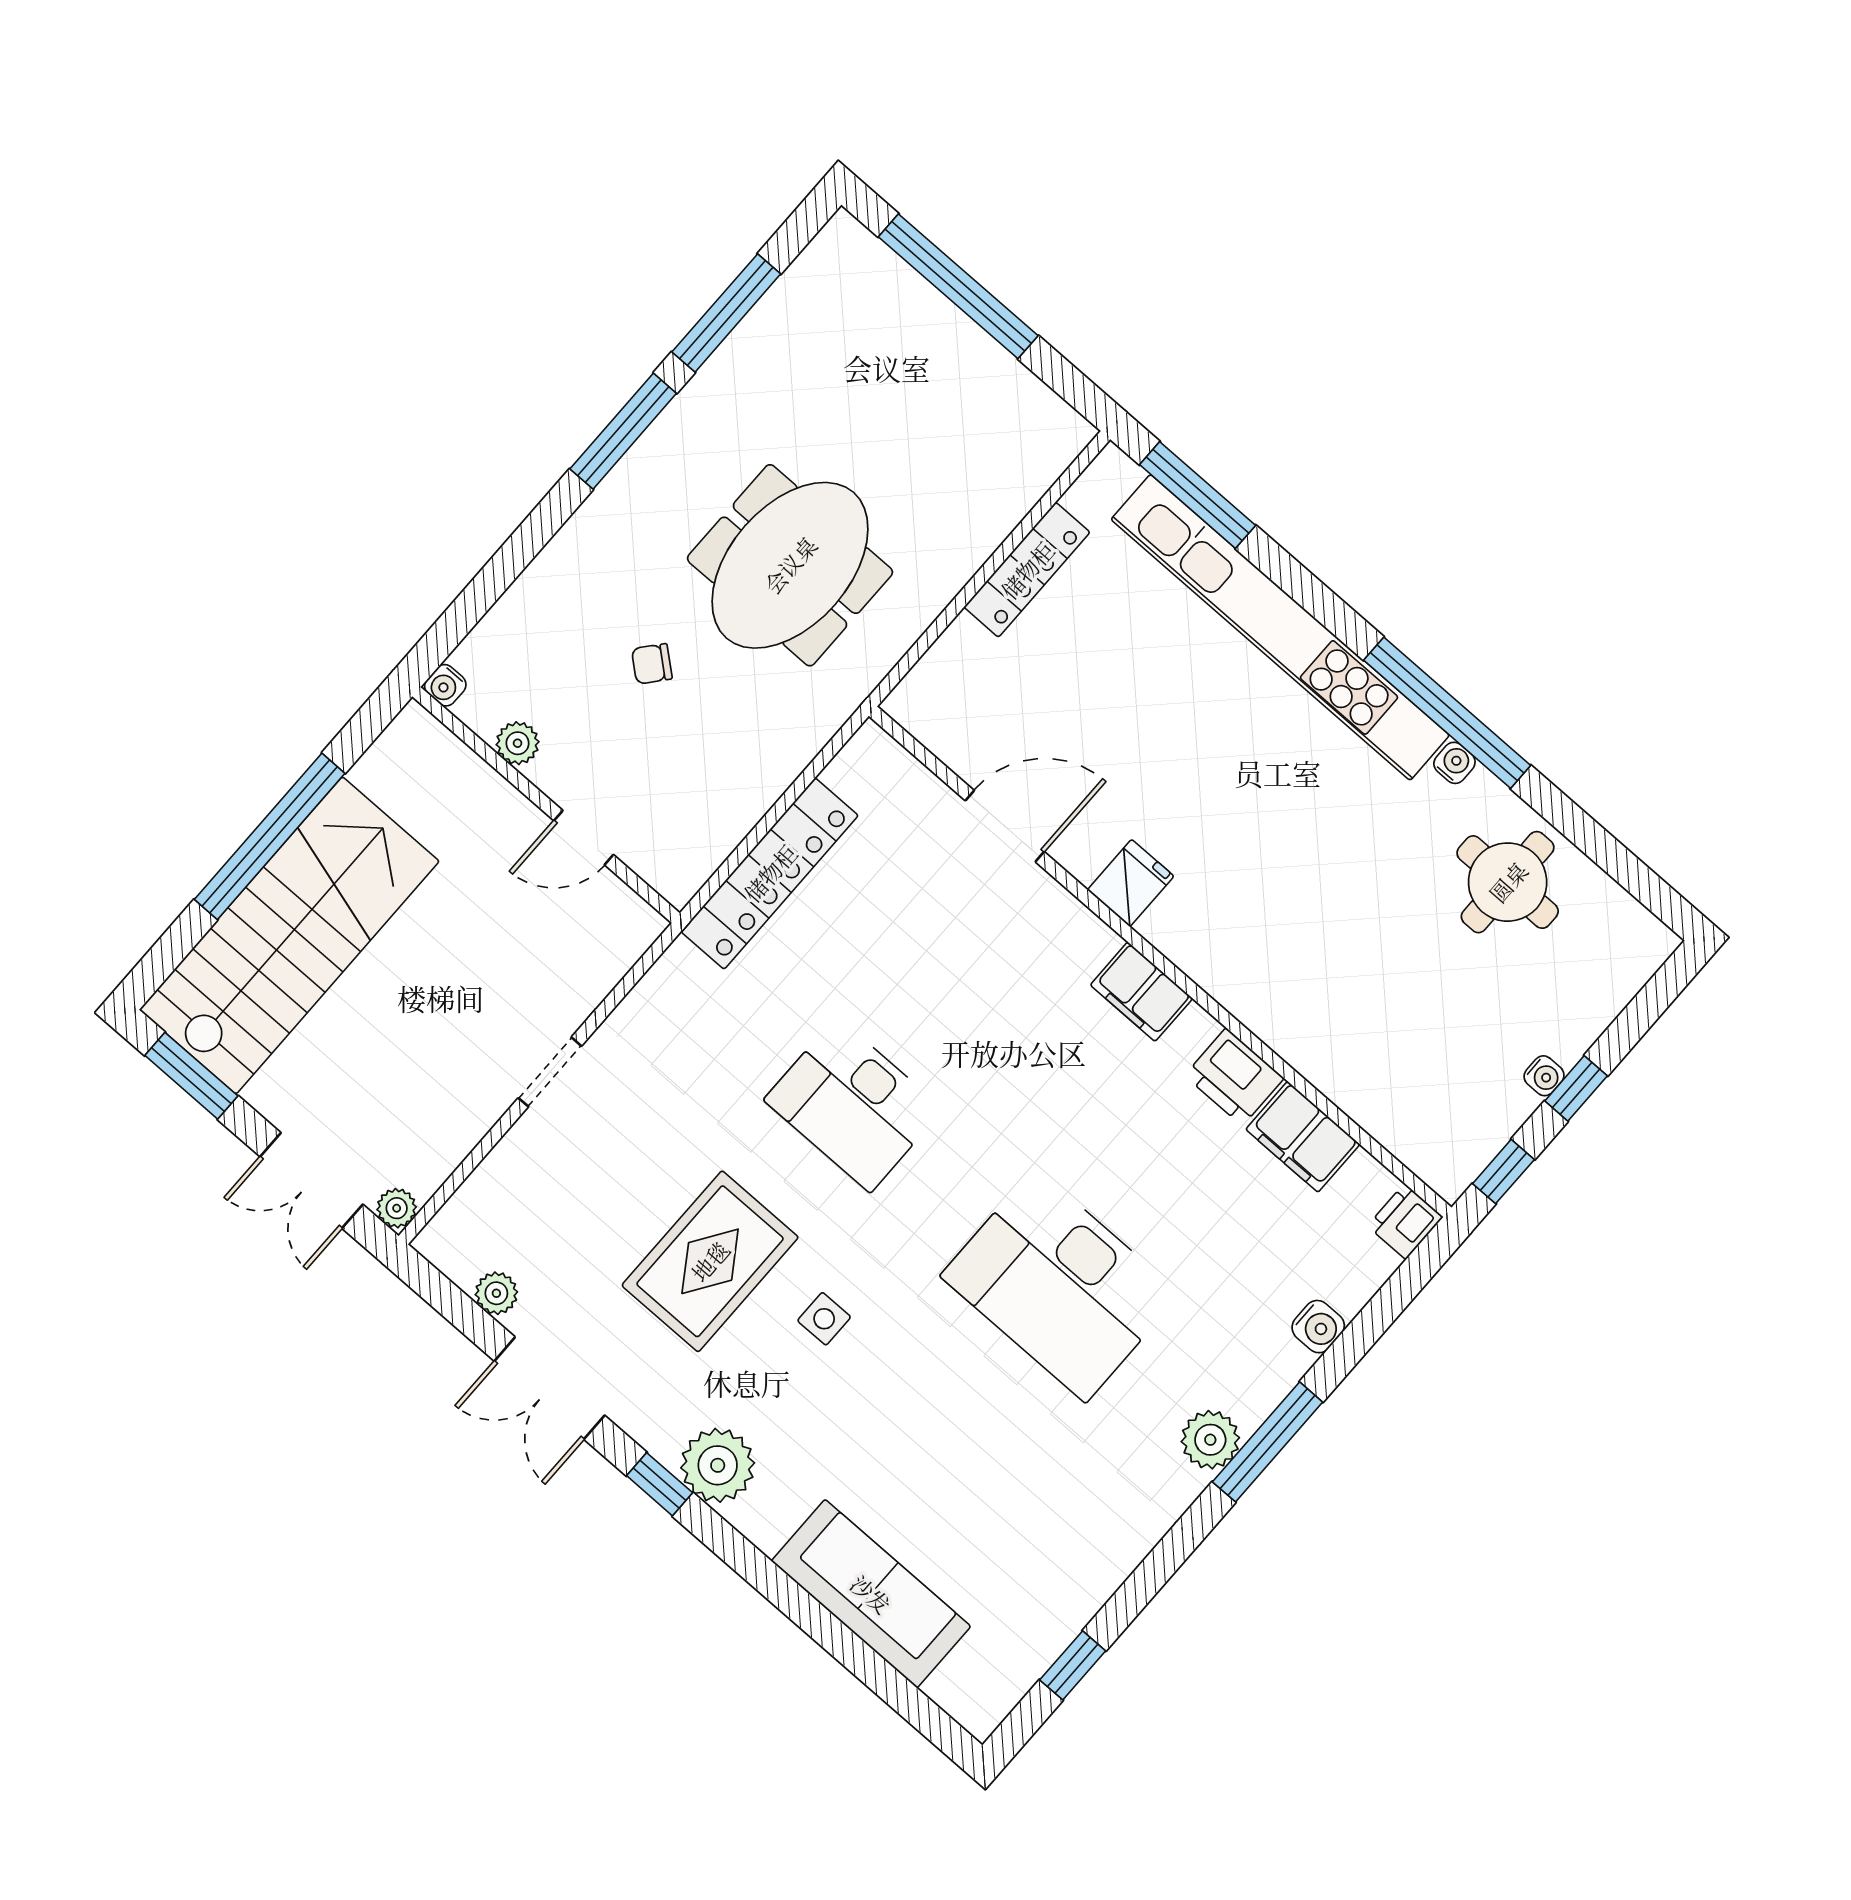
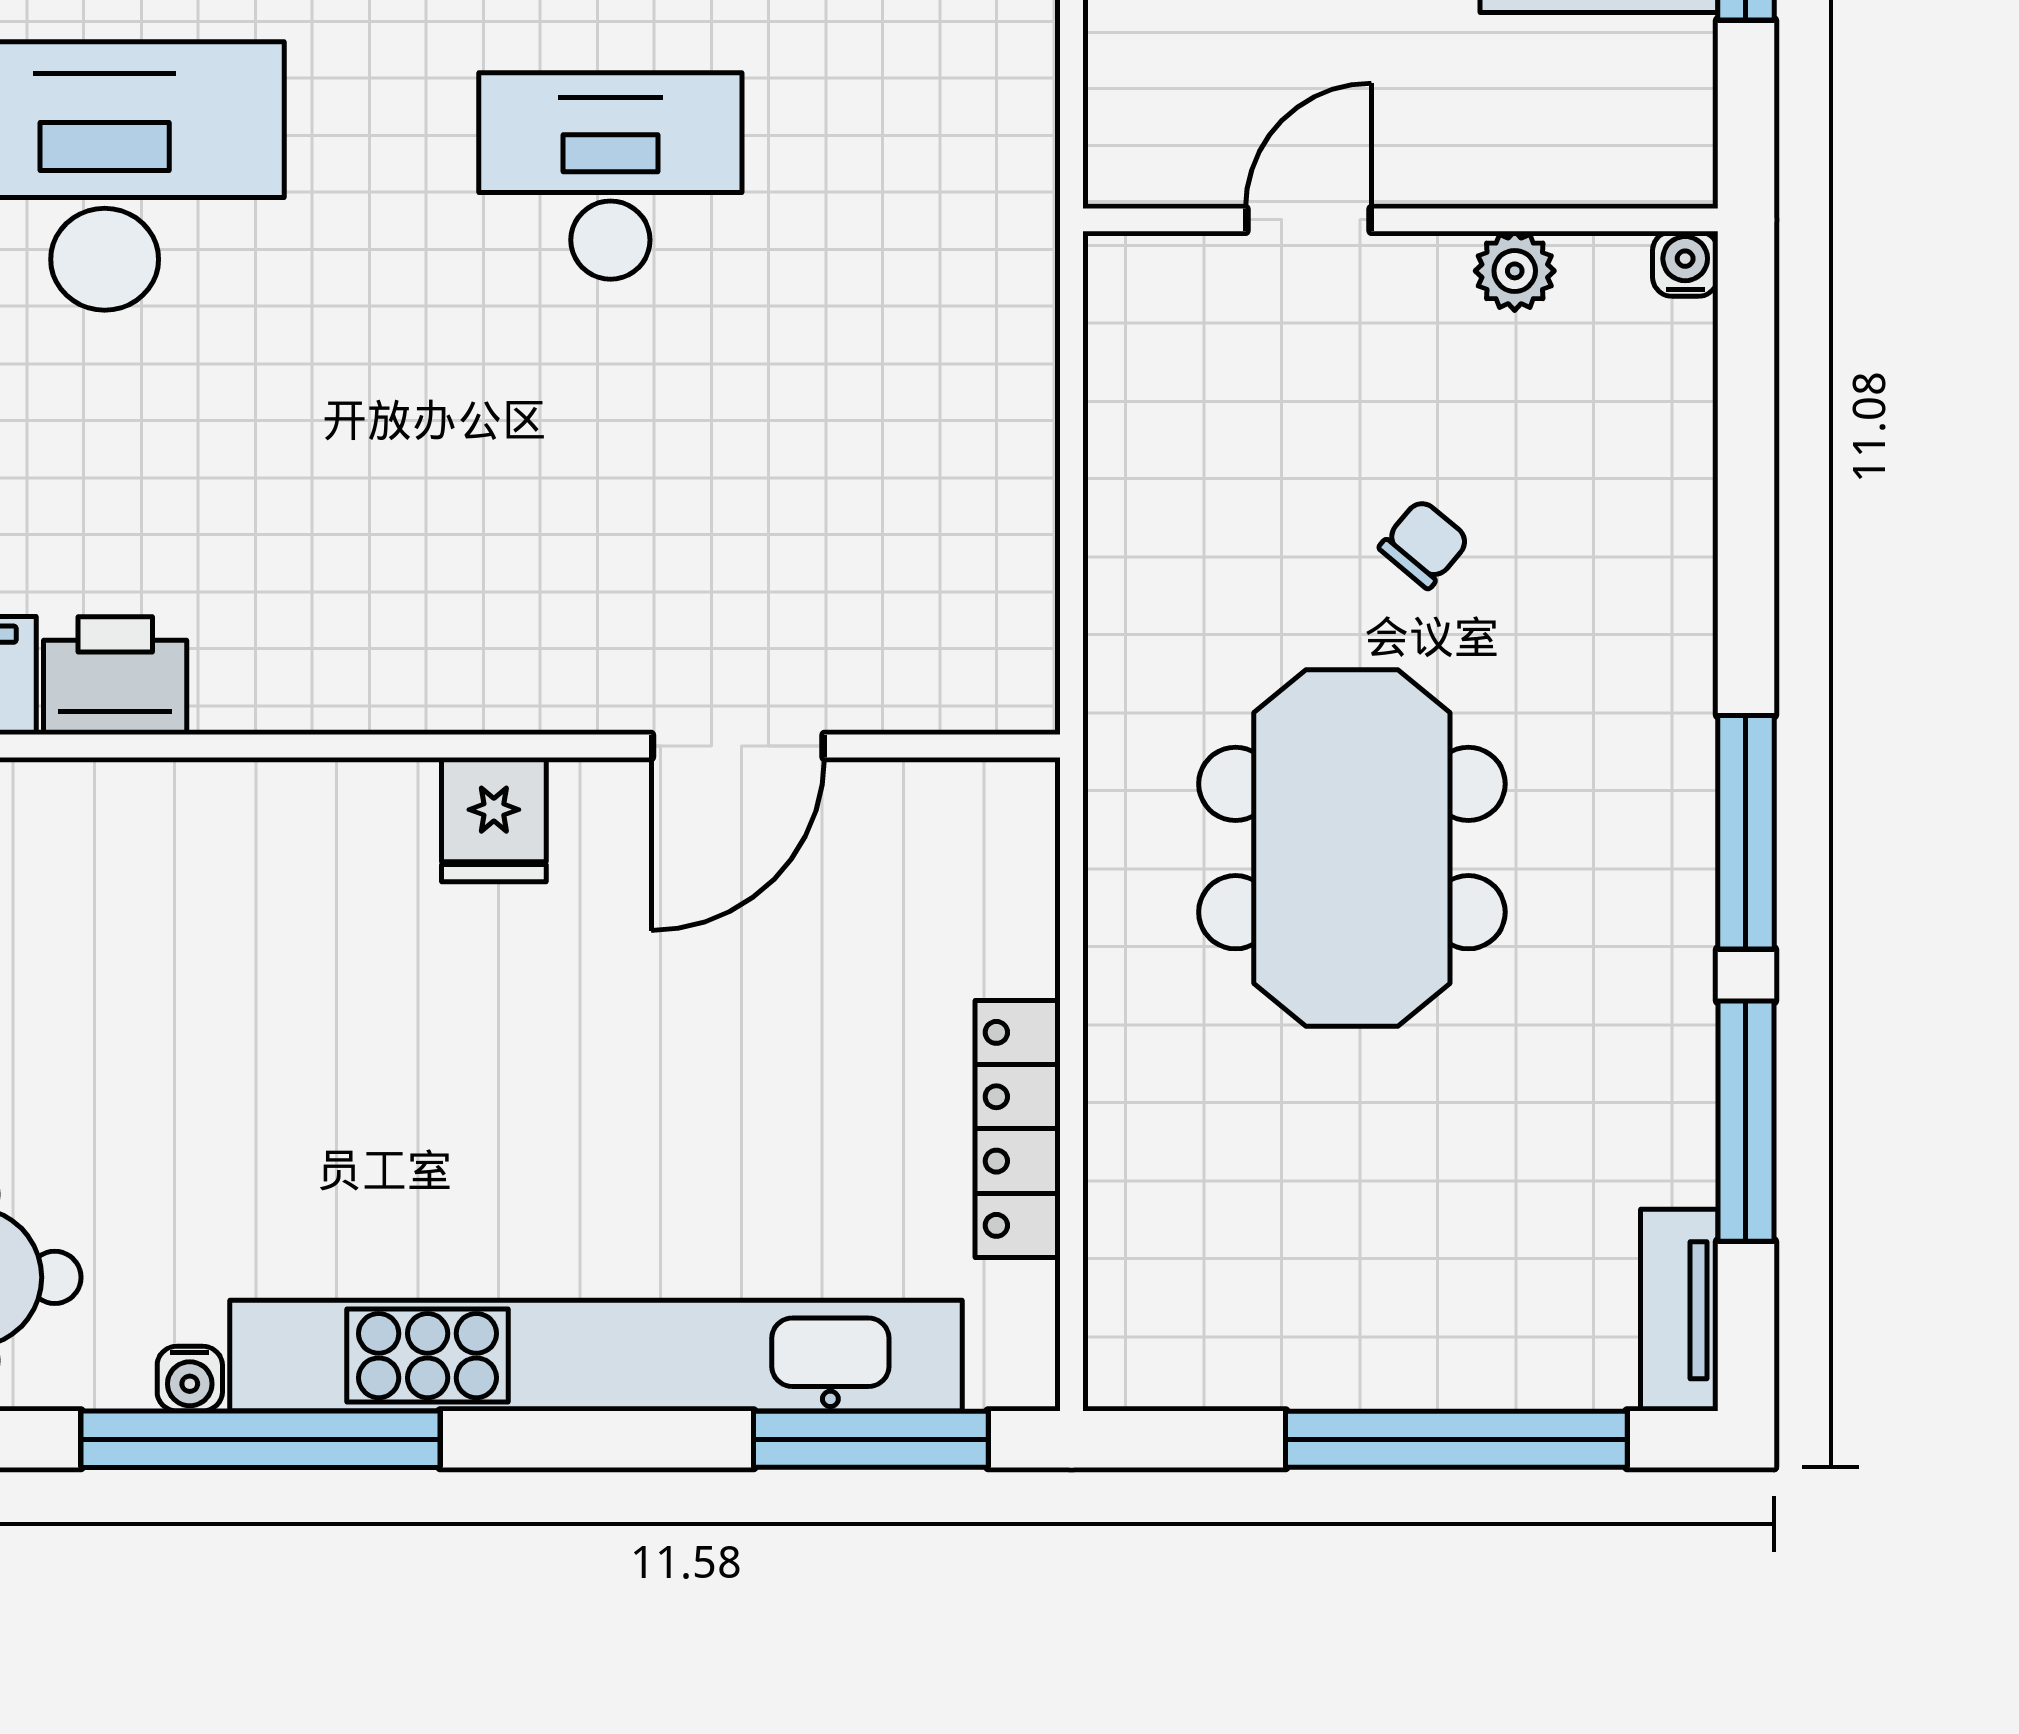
tv unit: (821, 260) -> (1679, 1310), added
locker: (770, 873) -> (1007, 395), removed
filing cabinet: (1141, 992) -> (347, 682), removed

